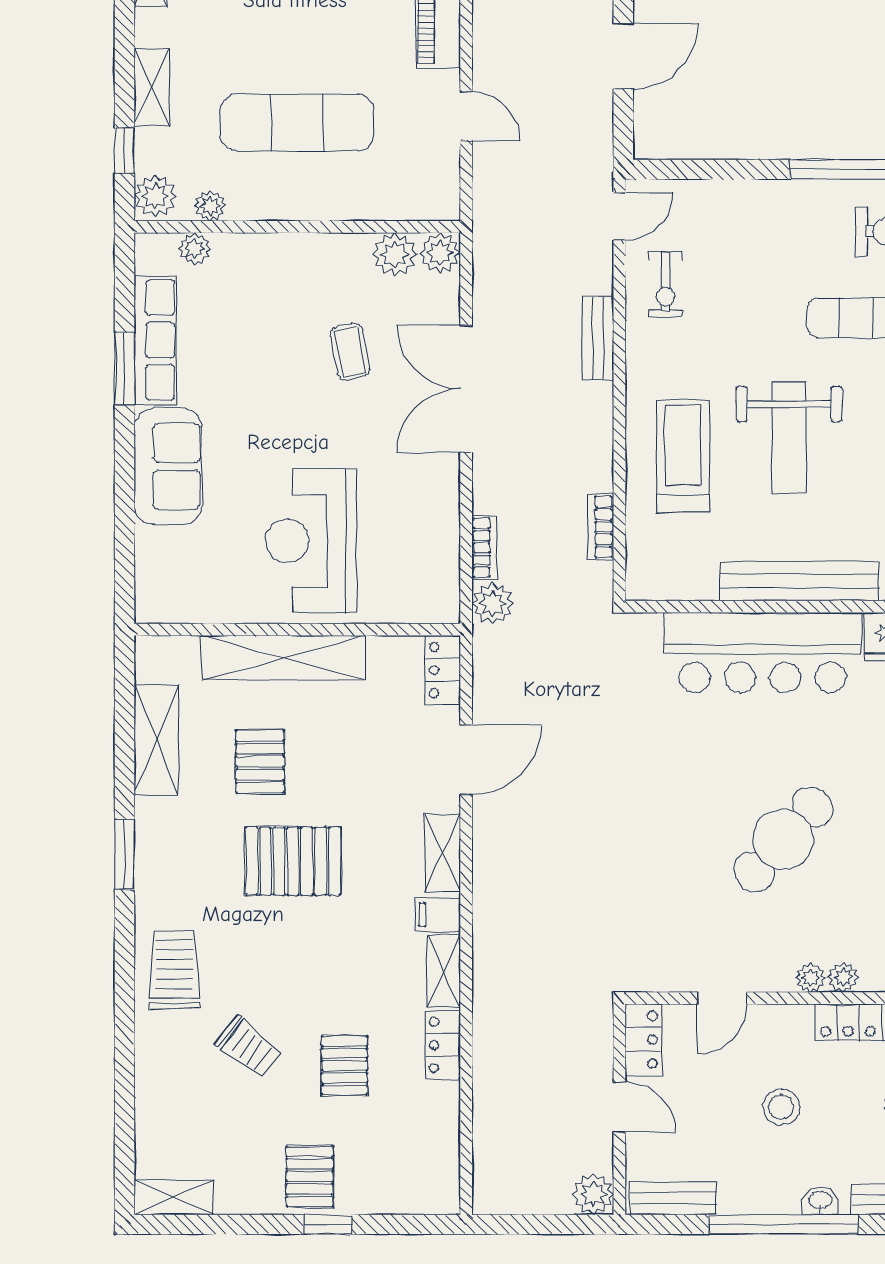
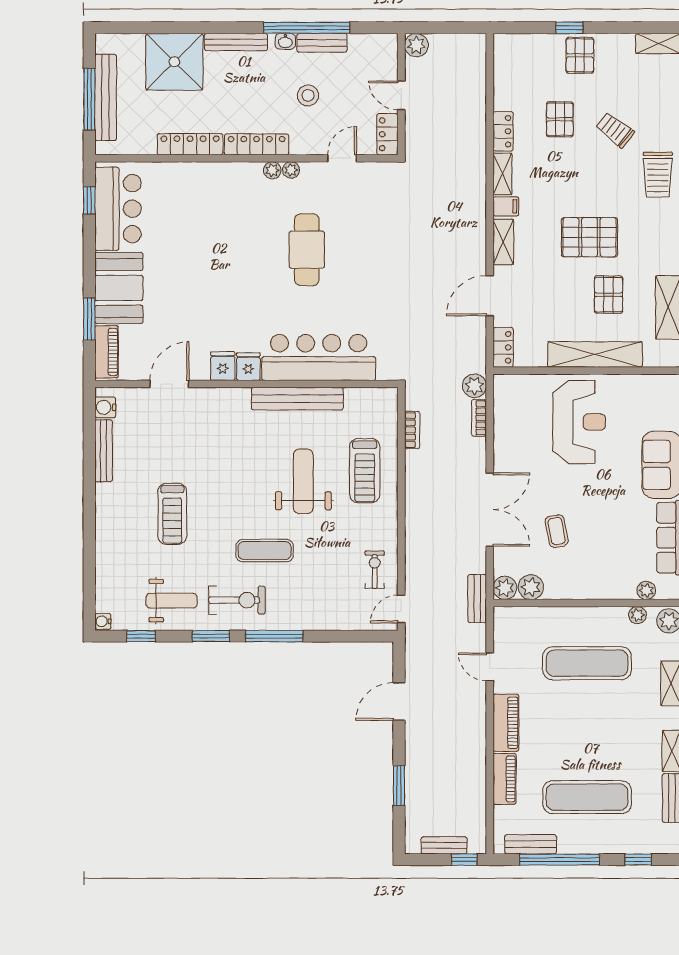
bench: (598, 338) -> (477, 599), moved
cafe table: (783, 840) -> (307, 250), turned -42
bench: (673, 1198) -> (322, 43), moved

